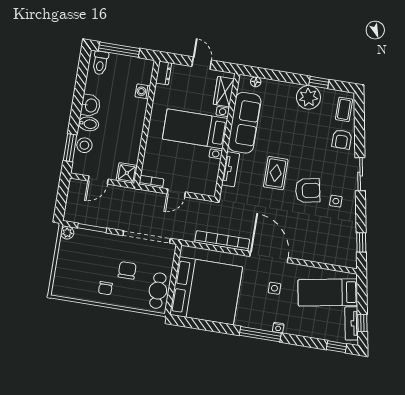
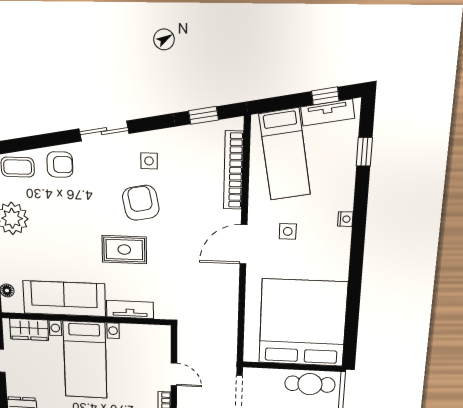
bookcase: (222, 241) -> (233, 170), moved
door: (269, 257) -> (244, 244), width x0.73
window: (260, 334) -> (358, 243), removed
window: (337, 347) -> (364, 152), moved

